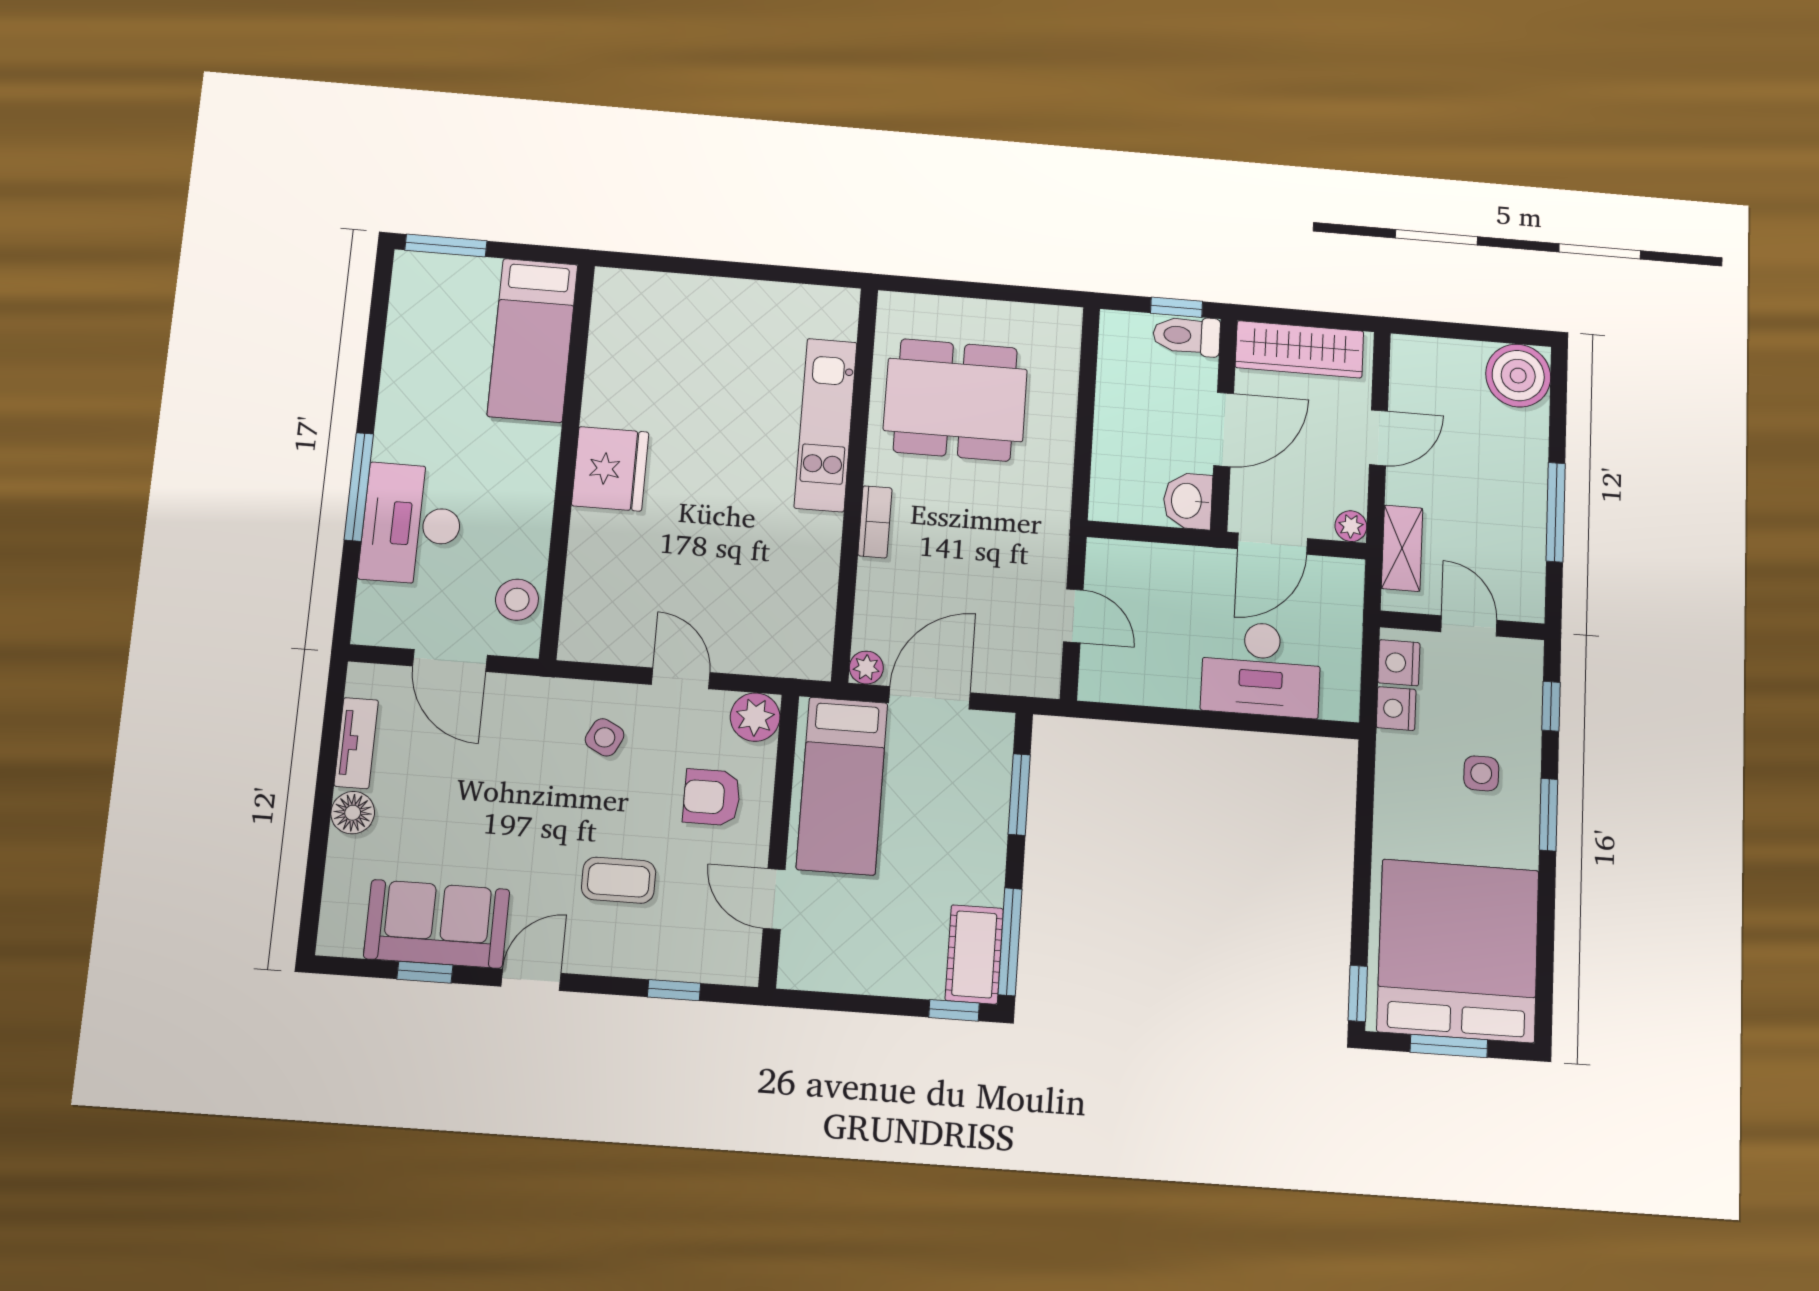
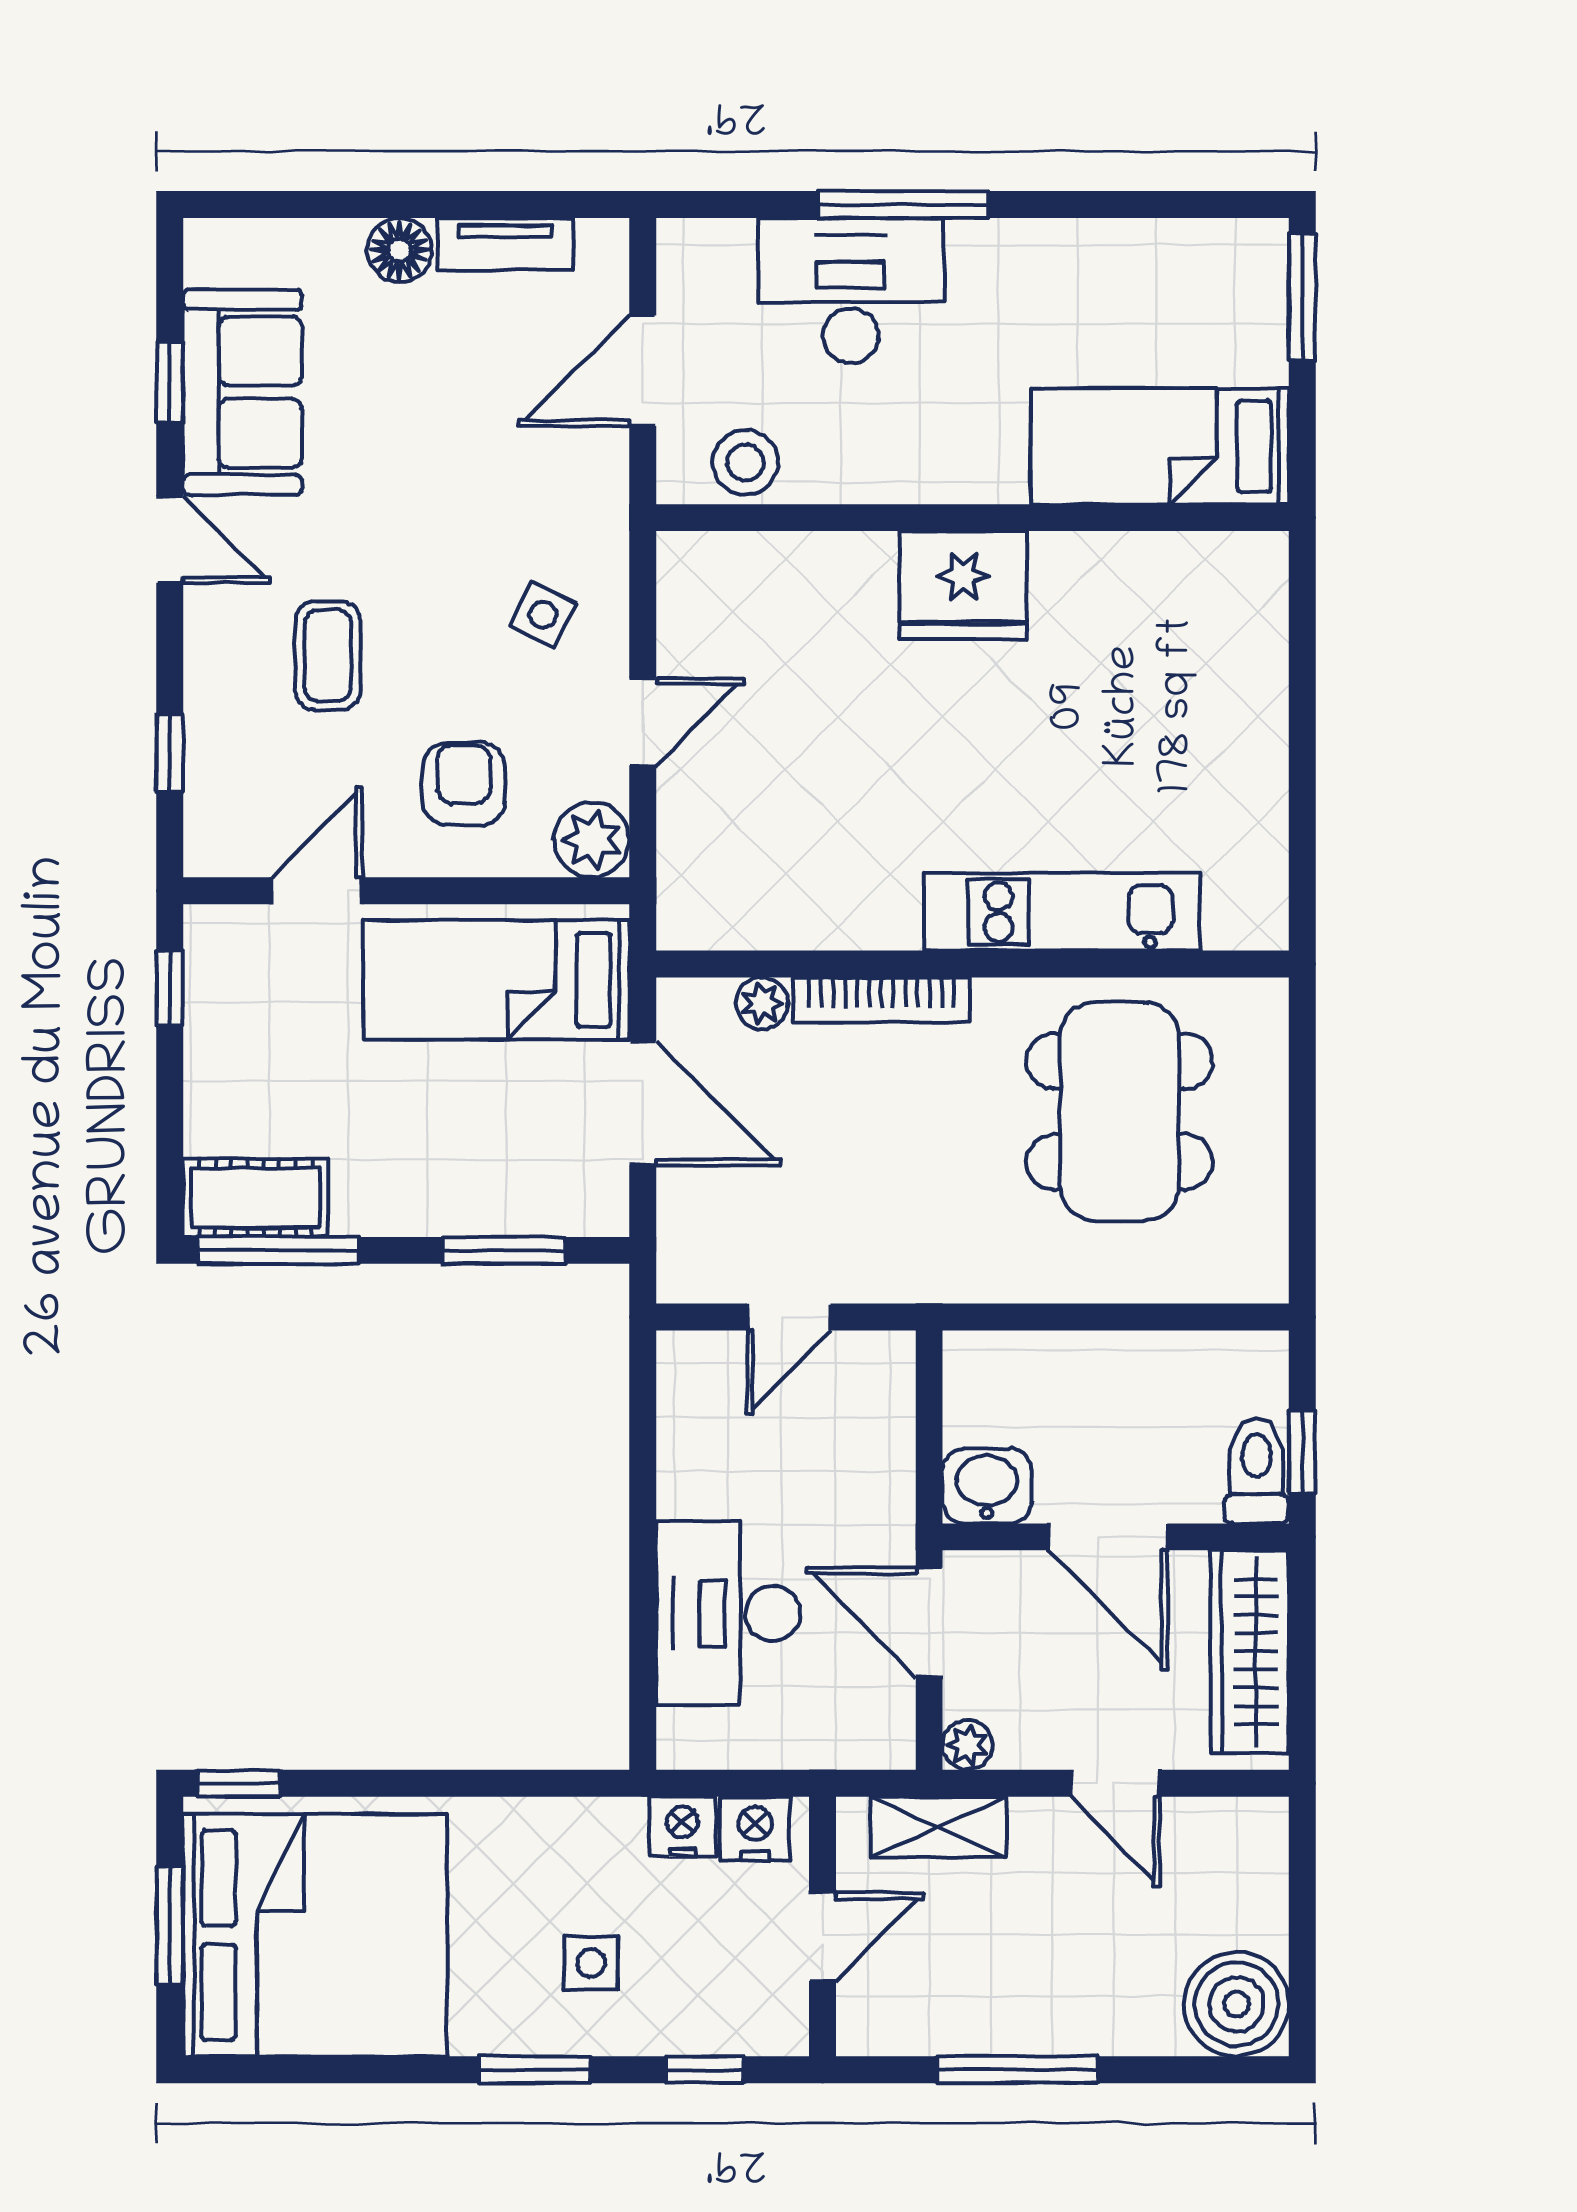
bookcase: (875, 522) -> (881, 1000), width x1.56
plant: (866, 668) -> (762, 1003), moved
window: (954, 1010) -> (170, 989), moved

